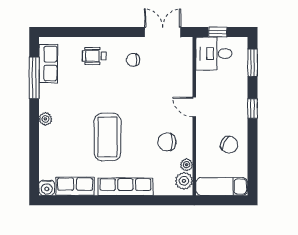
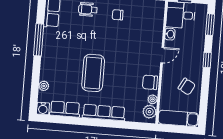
window: (34, 78) -> (39, 40), moved
washbasin: (202, 79) -> (170, 34), added
door: (194, 107) -> (162, 55), swing flipped
plant: (45, 119) -> (44, 86), moved
chair: (167, 142) -> (150, 82), moved

